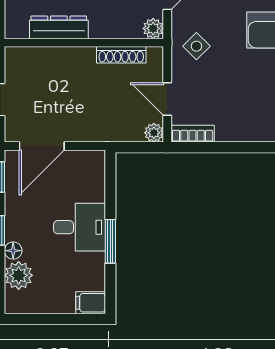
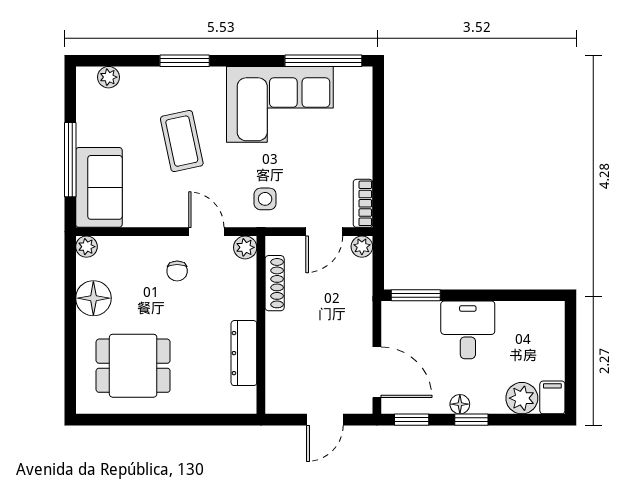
side table: (196, 46) -> (265, 199), turned 45
window: (110, 241) -> (416, 295), moved
floor lamp: (13, 251) -> (460, 404), moved
filing cabinet: (91, 303) -> (552, 397), moved, turned 180

